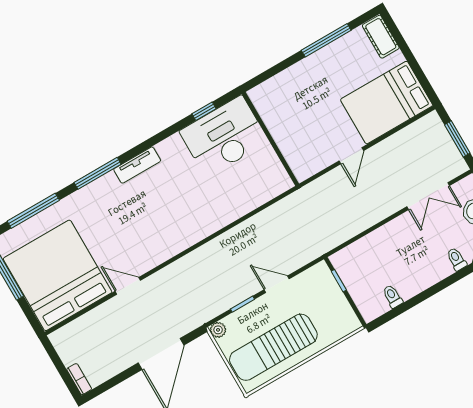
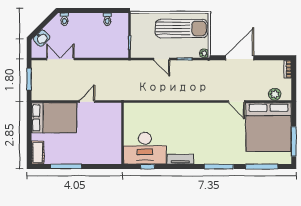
tv unit: (137, 165) -> (180, 159), moved
plant: (77, 330) -> (275, 94), added

